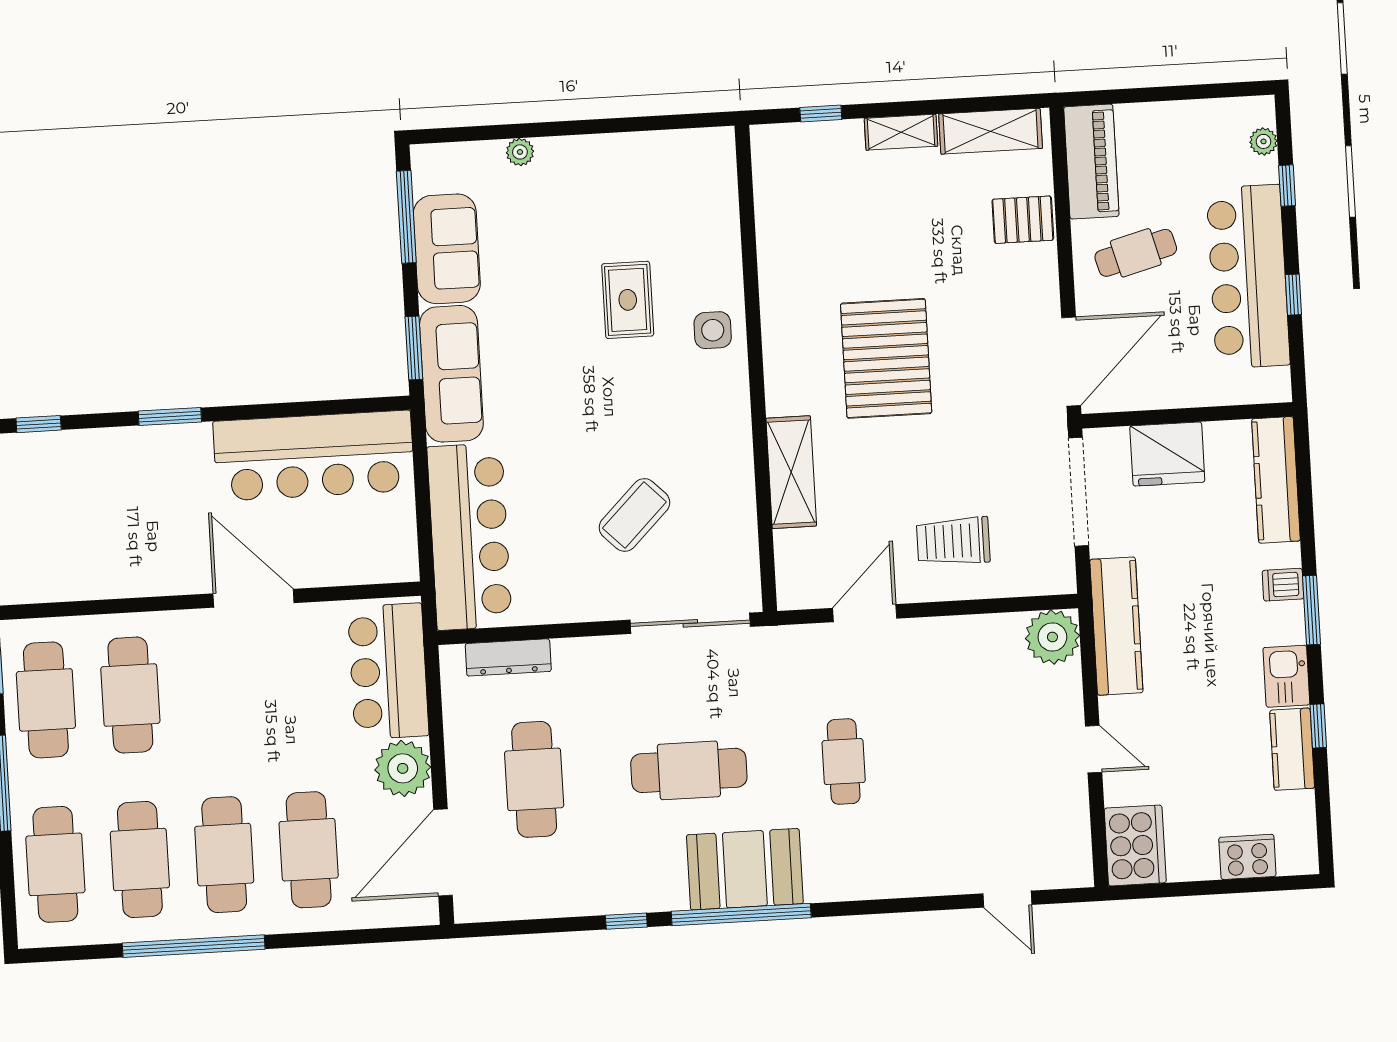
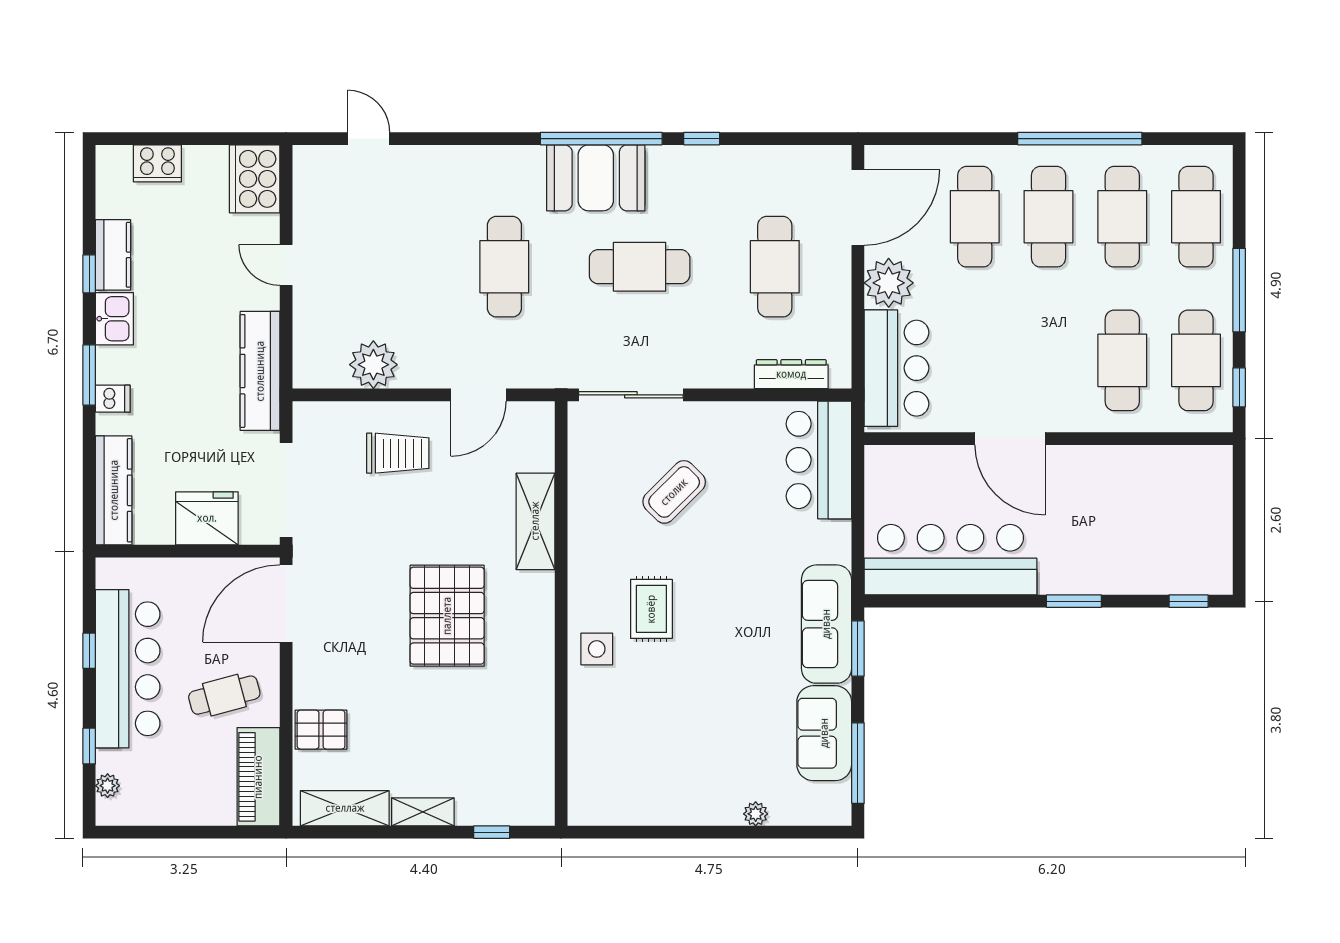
rug: (628, 300) -> (651, 609), moved
bar counter: (469, 537) -> (819, 460), width x0.73
plant: (1052, 637) -> (373, 365), moved
cafe table: (844, 762) -> (504, 267), width x1.37, depth x1.35

